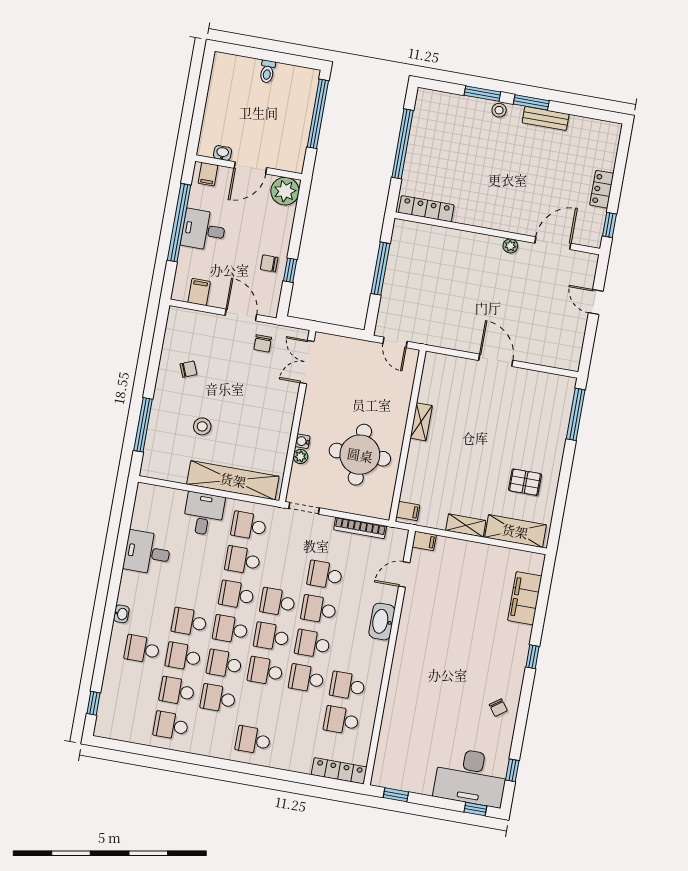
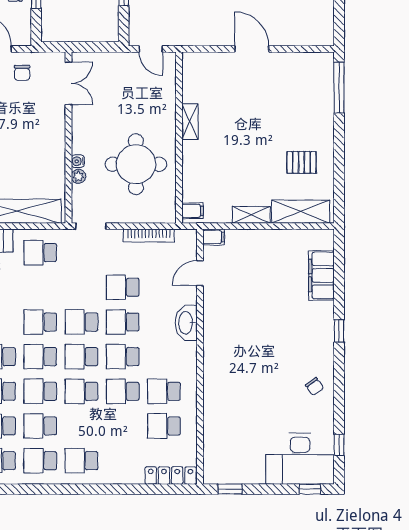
double door: (307, 362) -> (68, 83), swing flipped
school desk: (243, 560) -> (40, 461), moved

